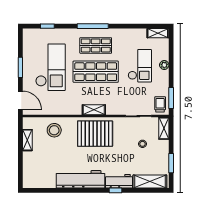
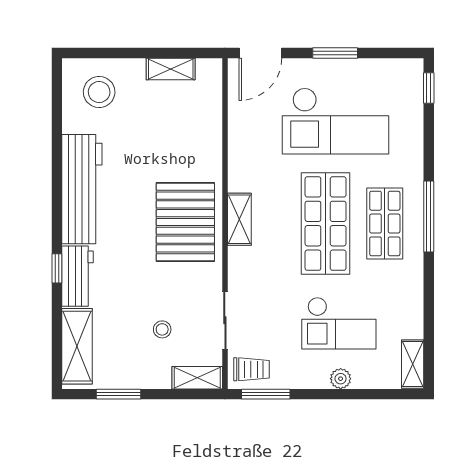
window: (47, 26) -> (429, 88), moved
stool: (54, 130) -> (99, 92), moved

